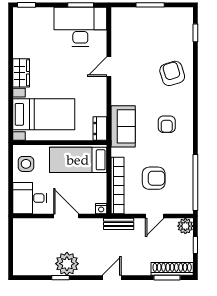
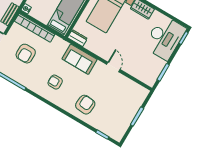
desk: (80, 27) -> (165, 38), moved
armchair: (172, 73) -> (85, 105), turned -68
sofa: (123, 126) -> (80, 59), moved

